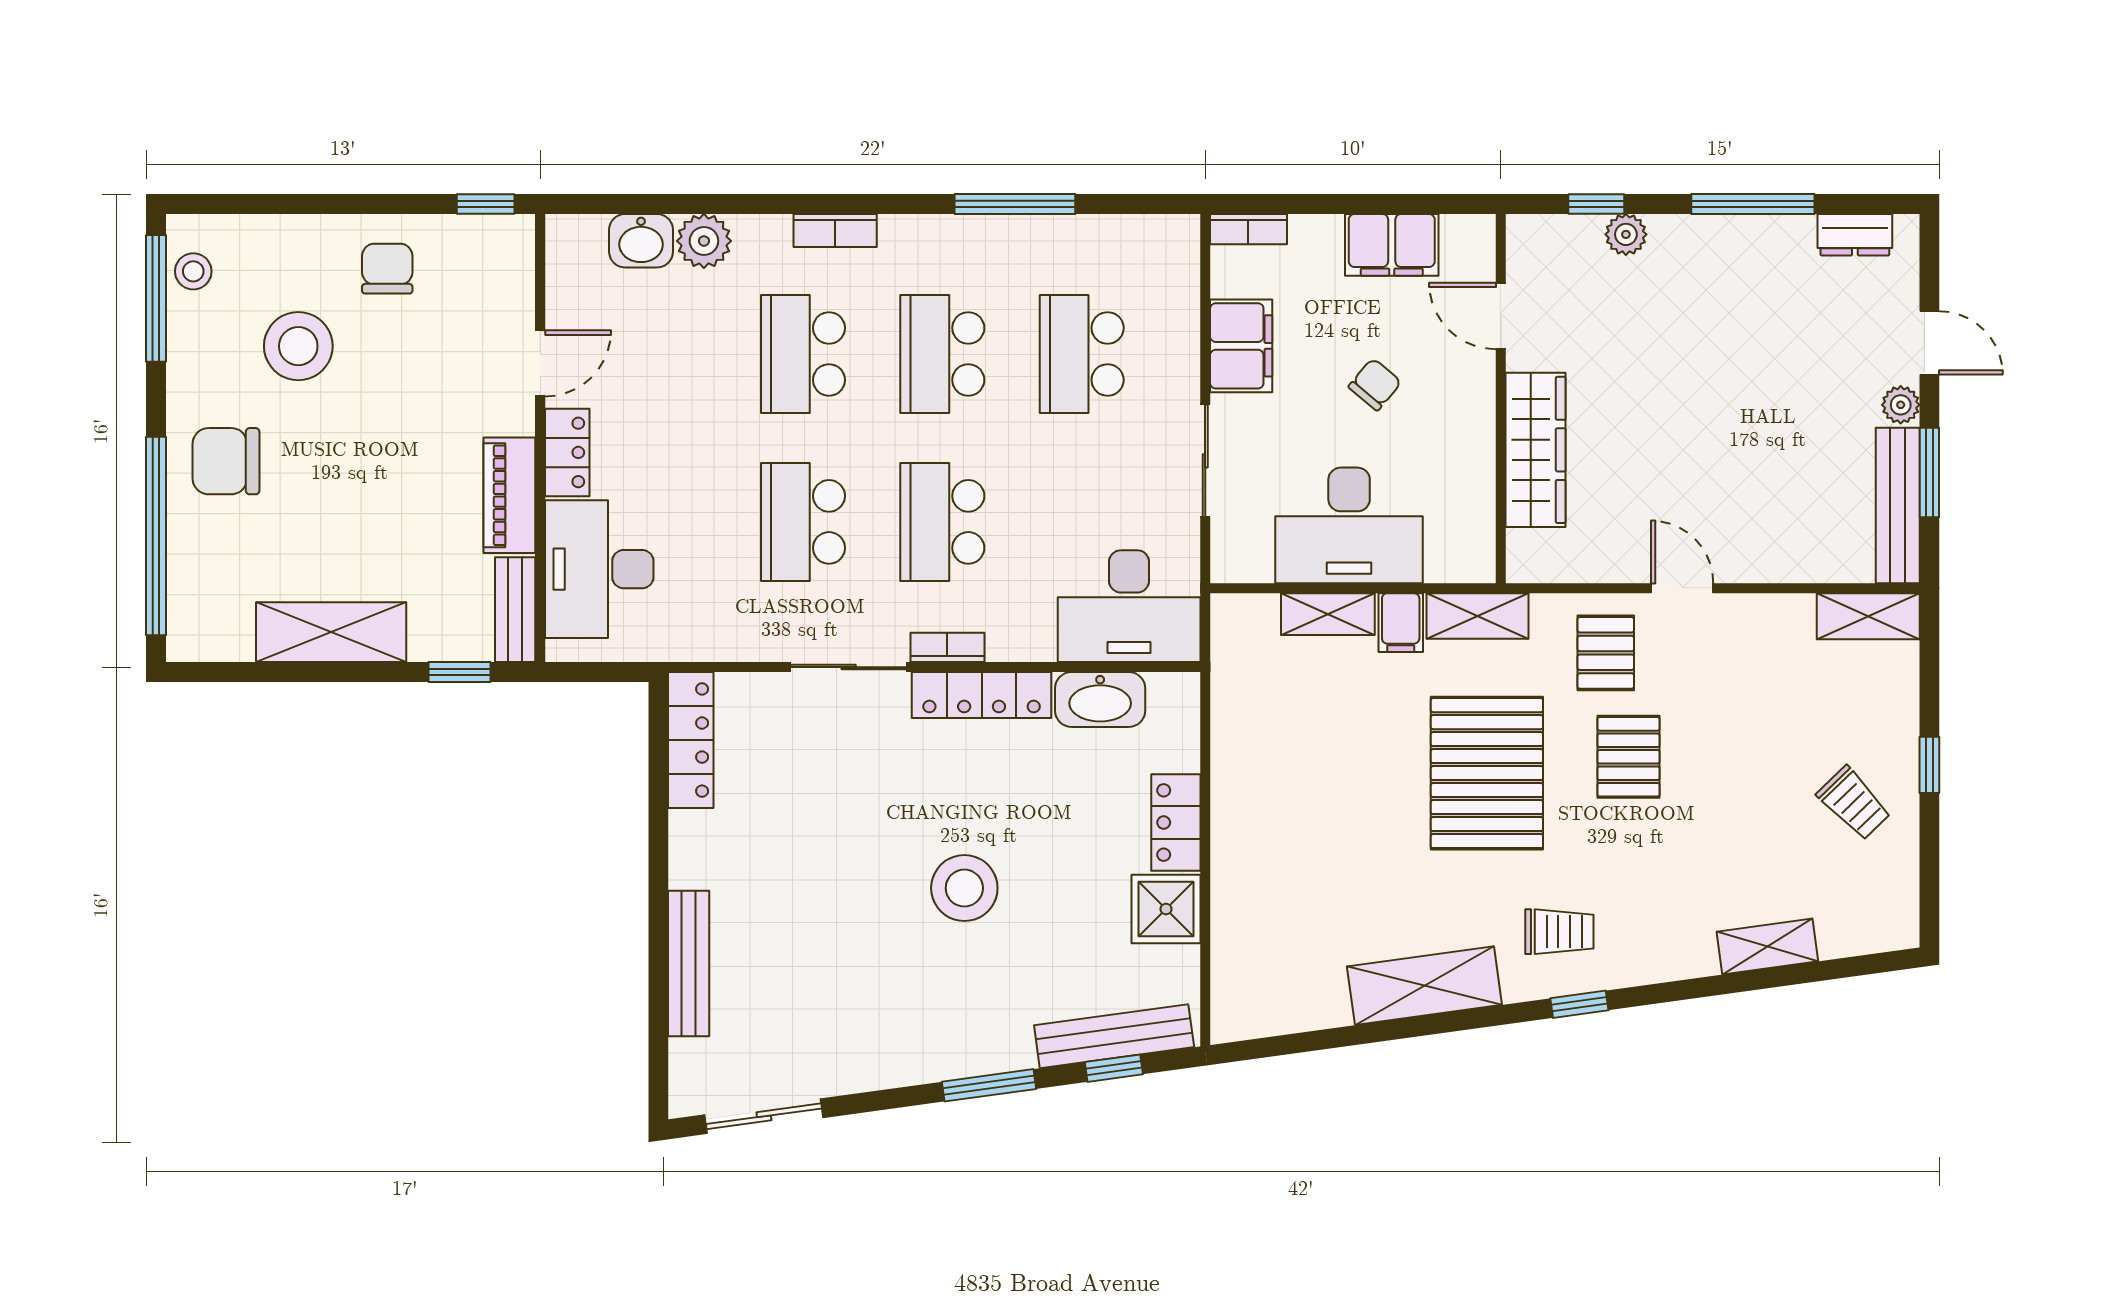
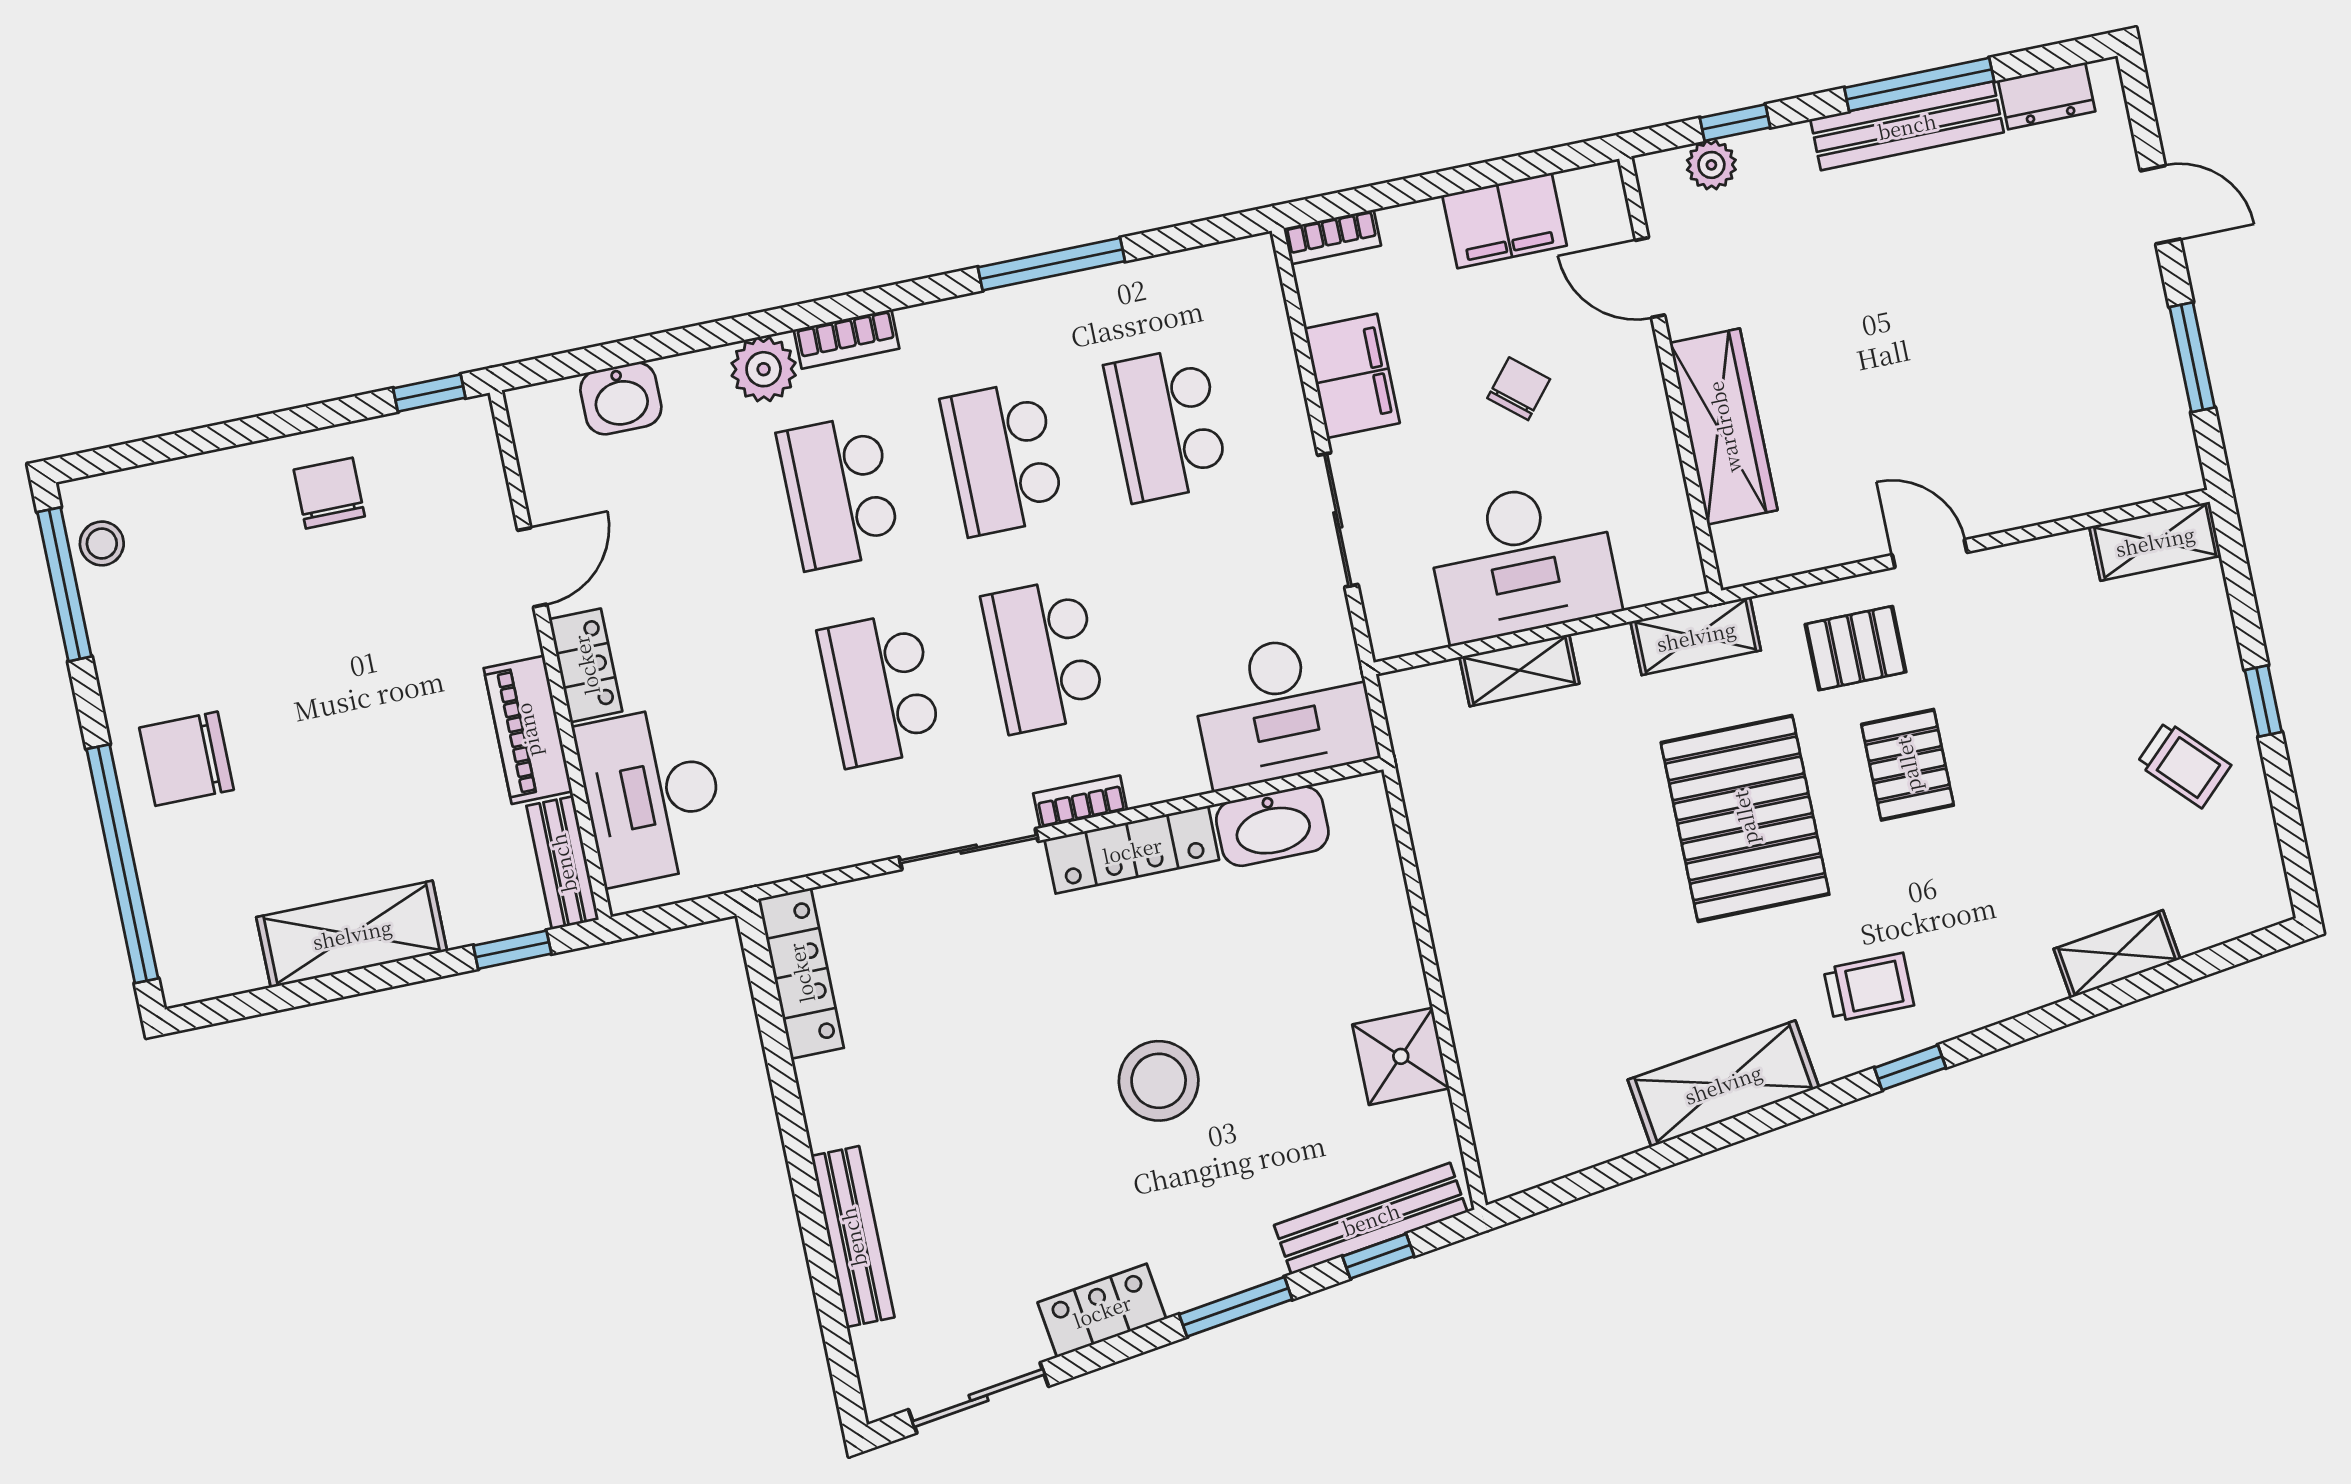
plant: (1626, 234) -> (1711, 165), moved
plant: (704, 241) -> (764, 369), moved
stool: (298, 346) -> (244, 606), removed
plant: (1901, 405) -> (2142, 285), removed
bench: (1898, 505) -> (1907, 126), moved, turned 90
filing cabinet: (1401, 623) -> (1607, 662), removed
pallet: (1606, 653) -> (1856, 648), turned 90
locker: (1176, 822) -> (1102, 1311), moved, turned 82

